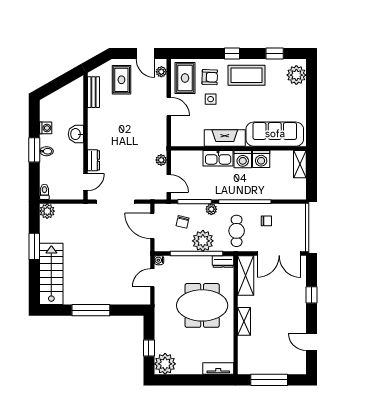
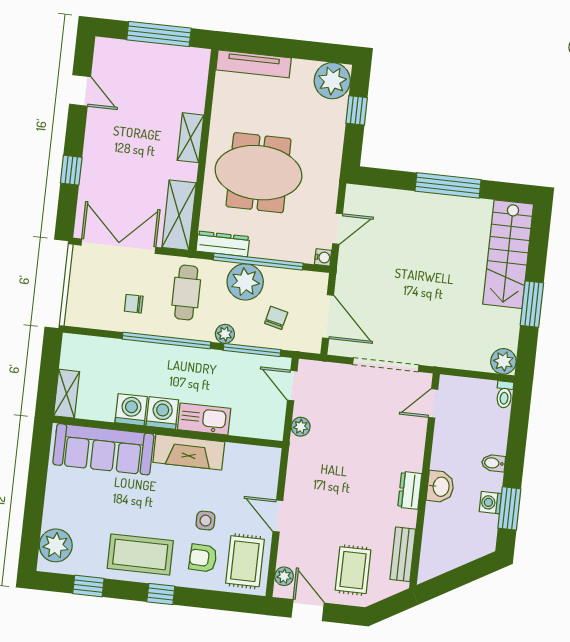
window: (34, 150) -> (509, 508), moved
dresser: (93, 160) -> (410, 490), moved
dresser: (223, 262) -> (223, 244), width x1.44
tv unit: (218, 368) -> (254, 64), width x1.41

